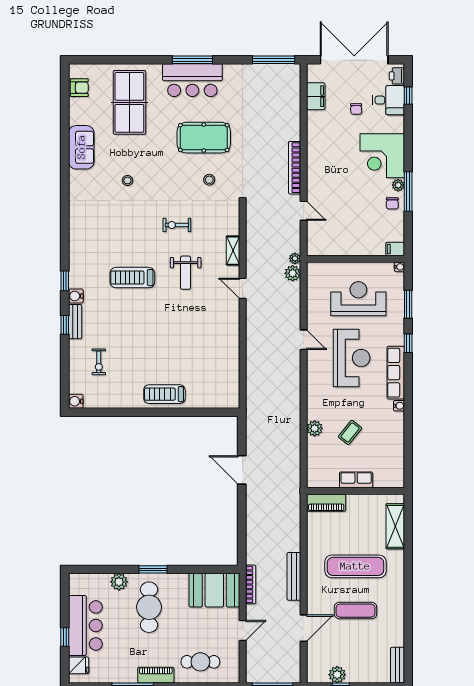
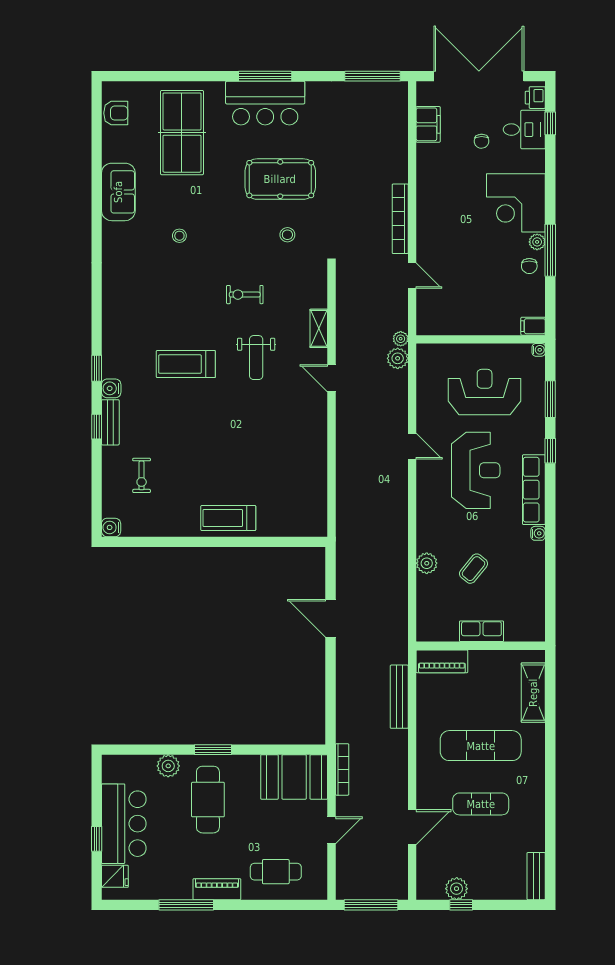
bench: (294, 576) -> (399, 697), moved

